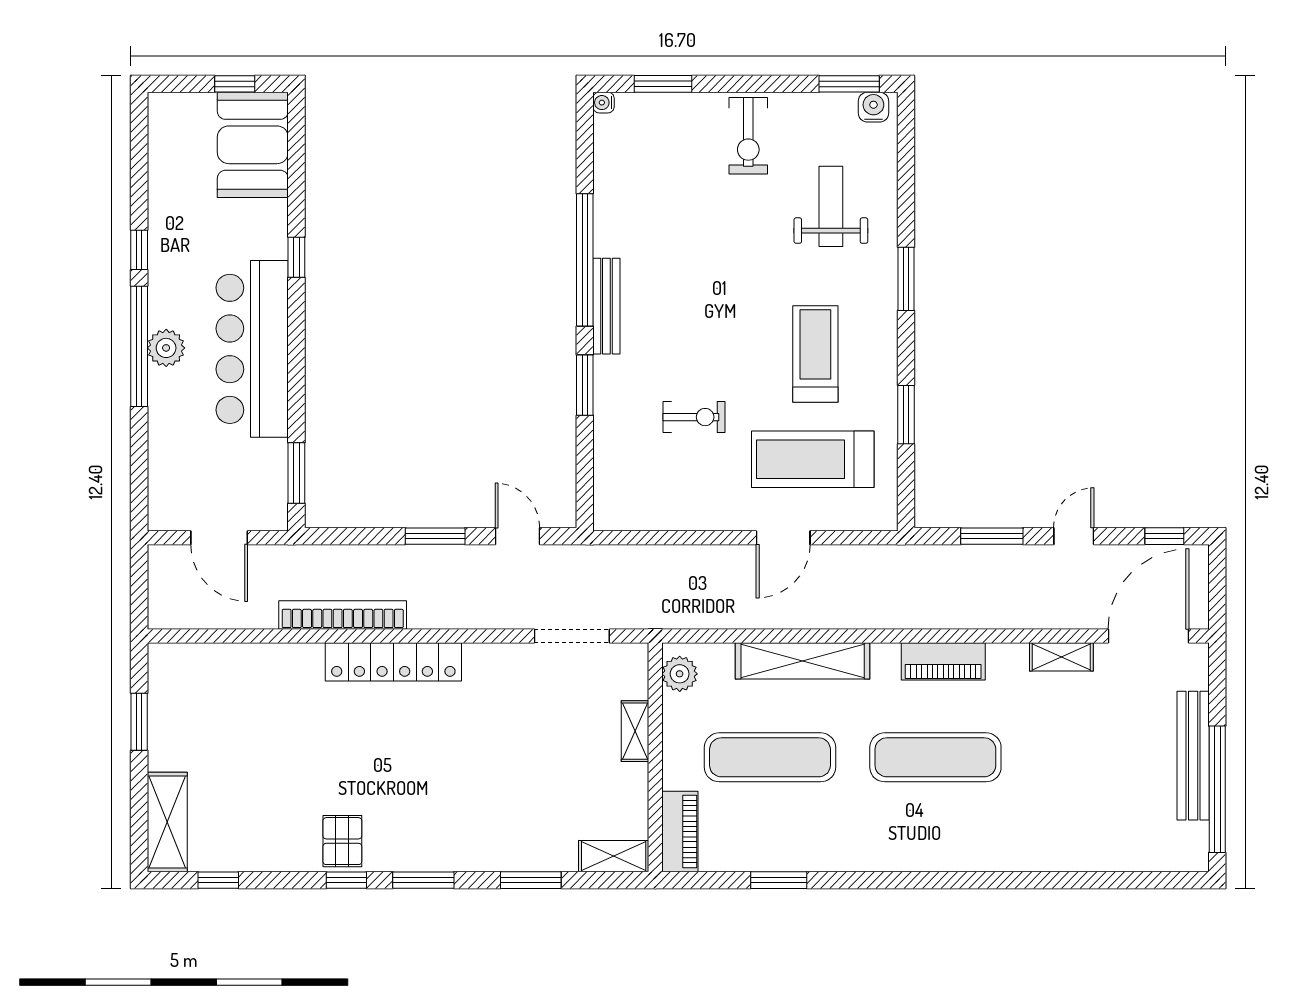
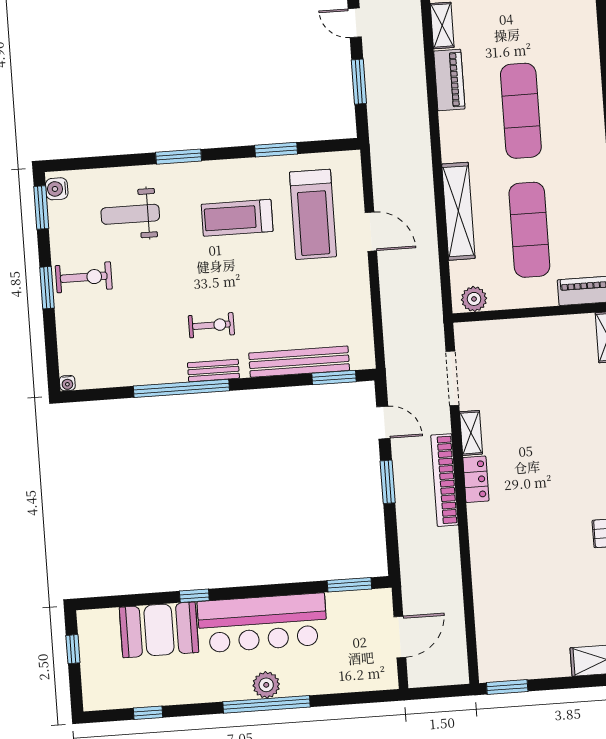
window: (663, 84) -> (47, 288), moved
booth: (253, 145) -> (159, 630), moved
window: (139, 250) -> (148, 713), moved
bench: (606, 306) -> (213, 370), width x0.73
window: (585, 385) -> (334, 377), moved
exercise bike: (694, 417) -> (211, 325), moved, turned 90
bench: (610, 426) -> (299, 362), added
door: (517, 536) -> (383, 423), swing flipped
bookcase: (343, 615) -> (444, 480), moved
piano: (943, 661) -> (449, 80), moved
locker: (393, 662) -> (476, 479), width x0.46, depth x0.83
window: (139, 722) -> (507, 687), moved
shelving: (635, 731) -> (471, 433), moved, turned 90

